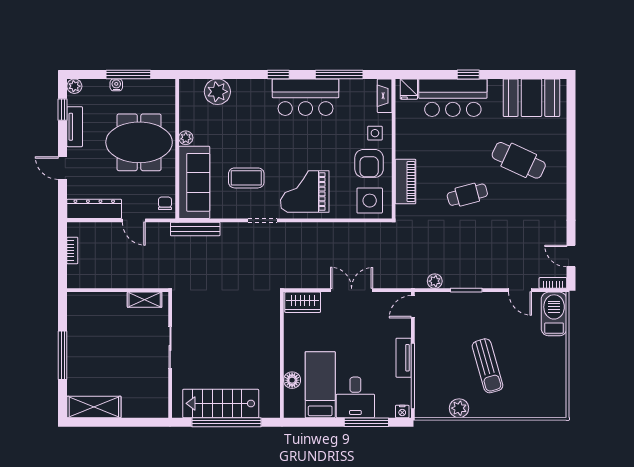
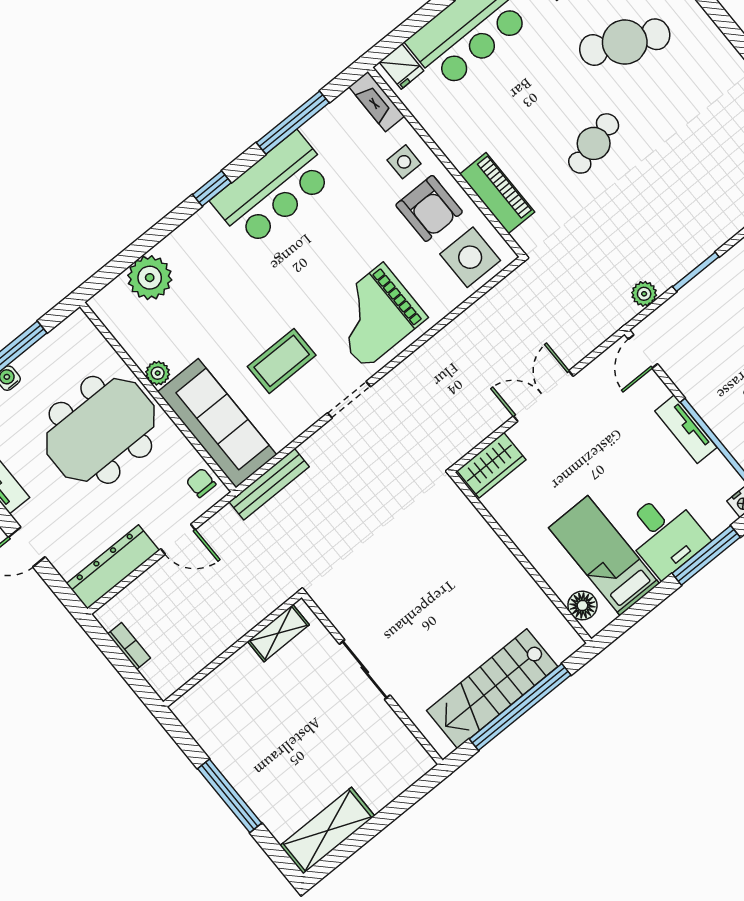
floor lamp: (292, 380) -> (582, 606), moved

